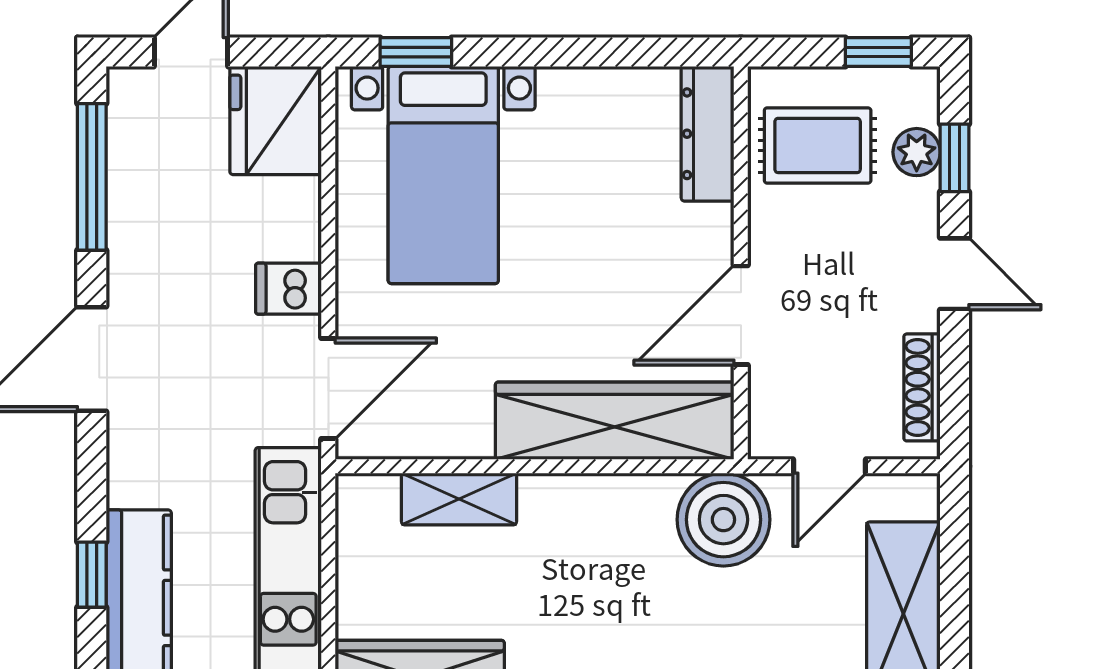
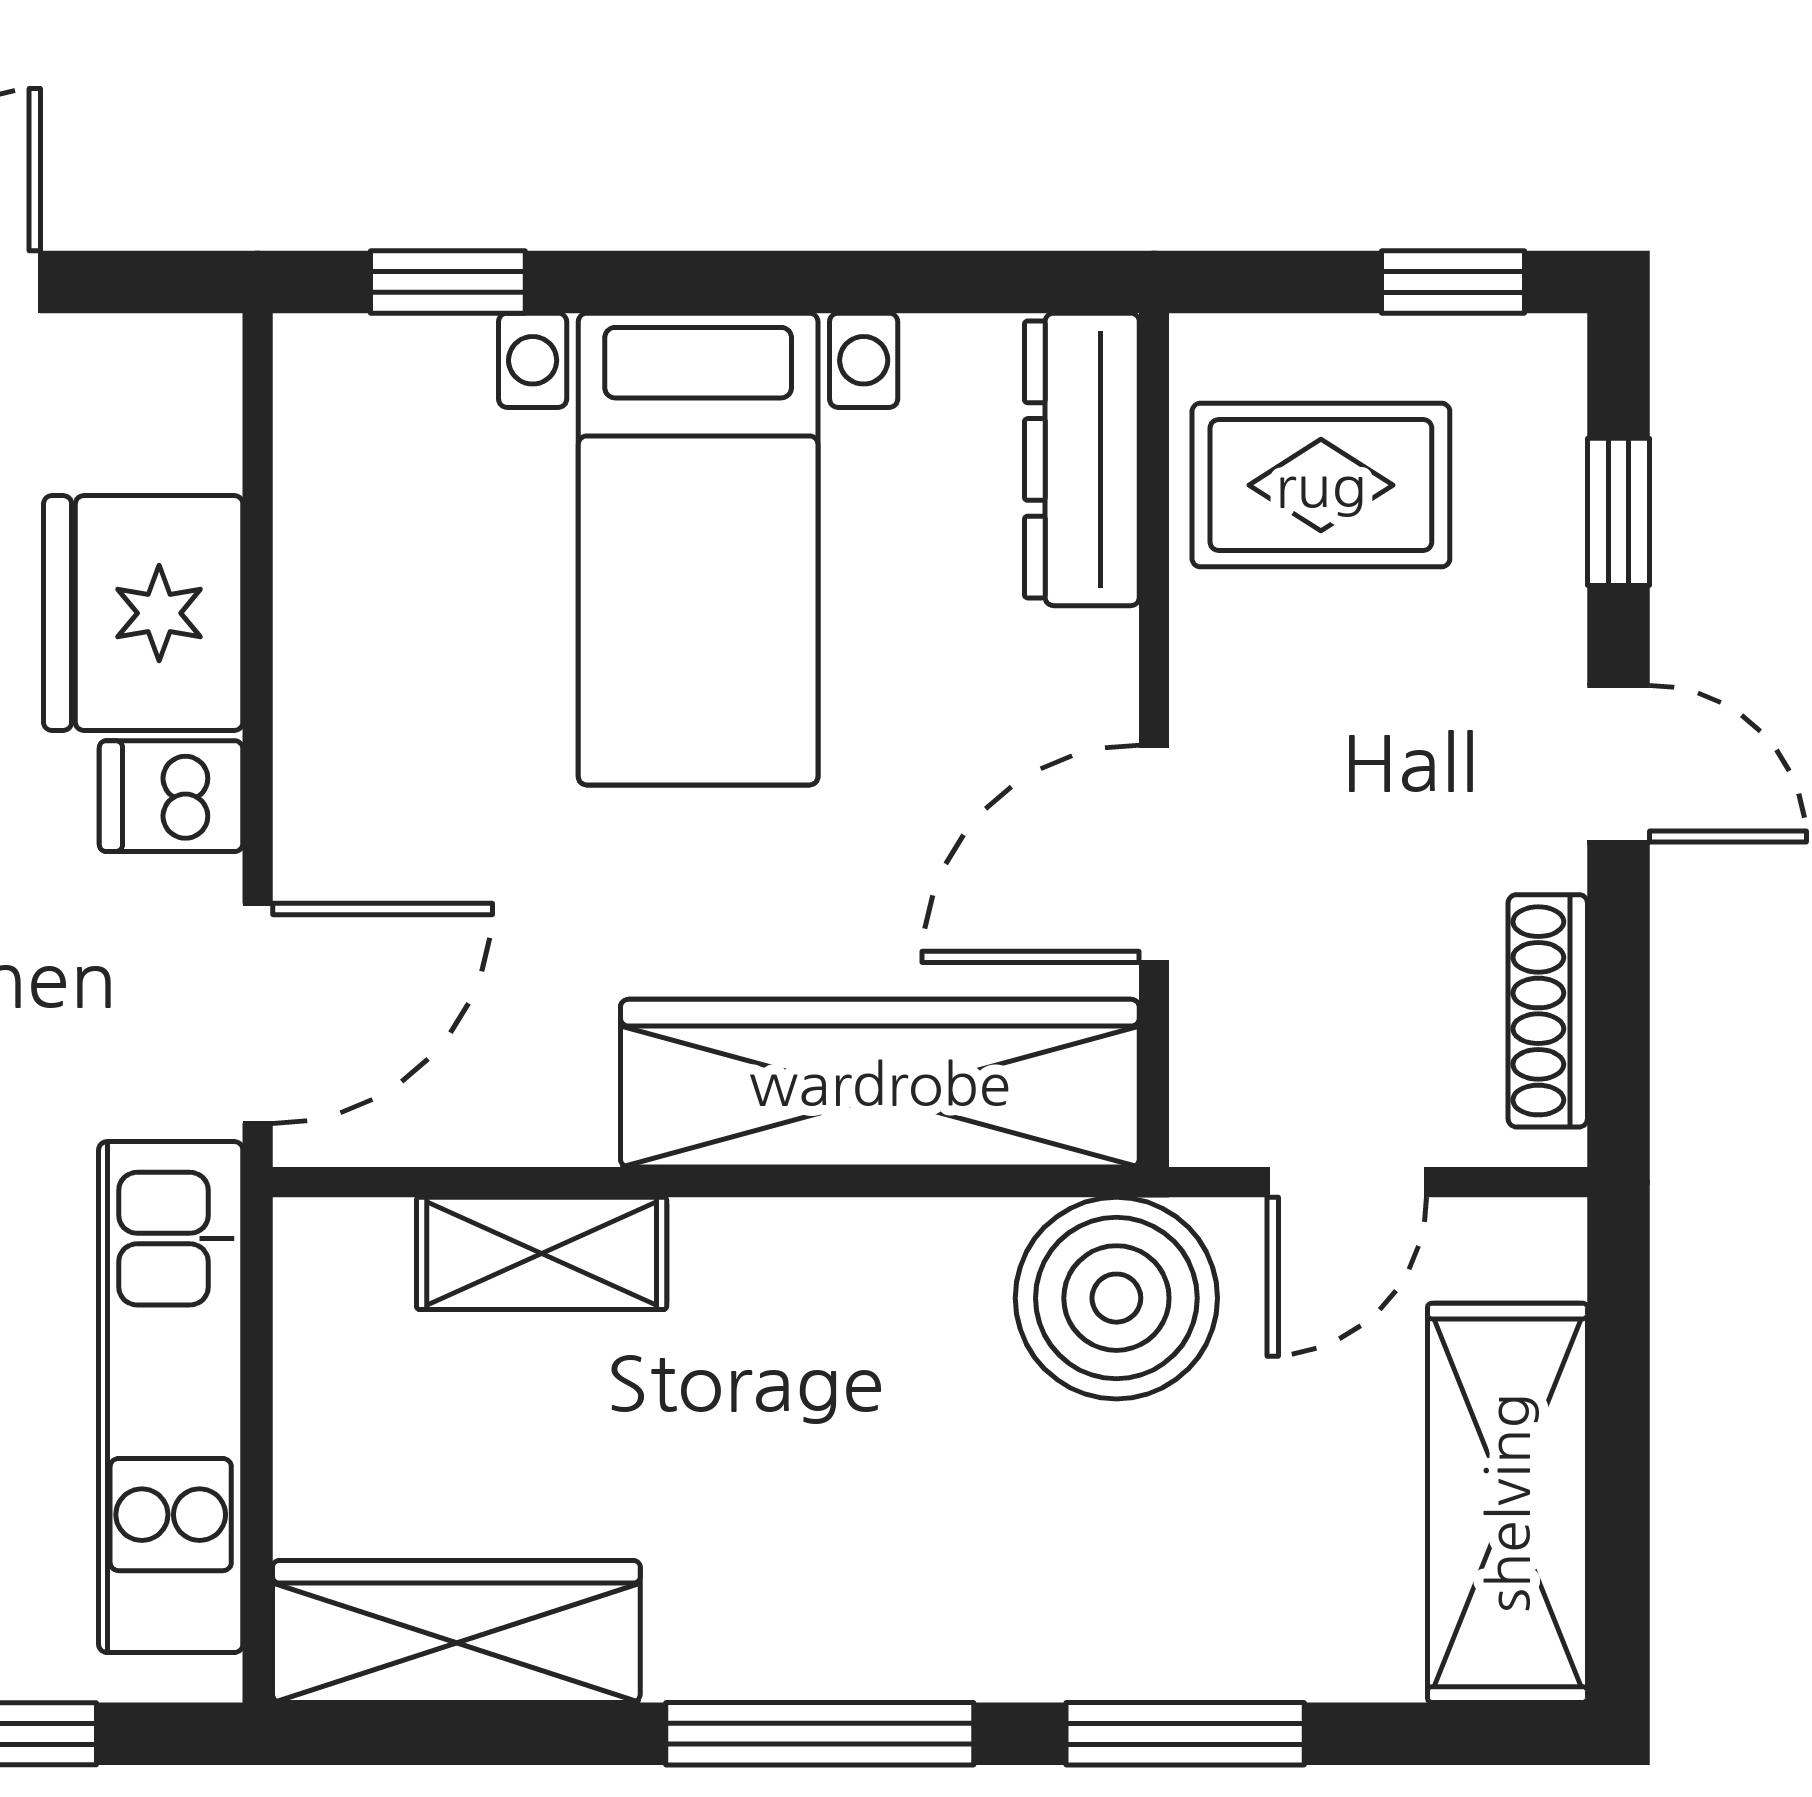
fridge: (276, 120) -> (143, 613), moved
plant: (917, 152) -> (1536, 499), removed
bed with nightstands: (443, 175) -> (698, 549), moved

